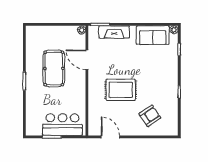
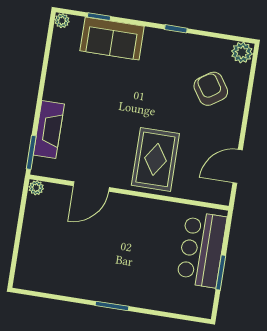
sofa: (153, 35) -> (112, 39), moved, turned 90
pool table: (54, 68) -> (98, 249), removed
rug: (121, 90) -> (155, 159), moved
plant: (172, 130) -> (242, 52), added

